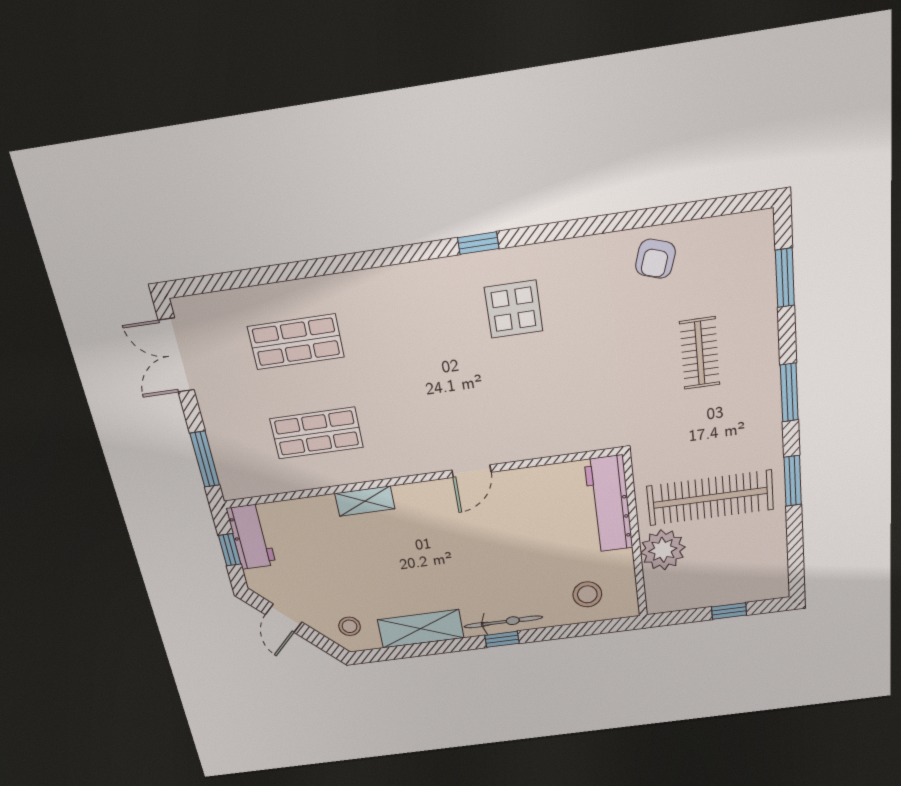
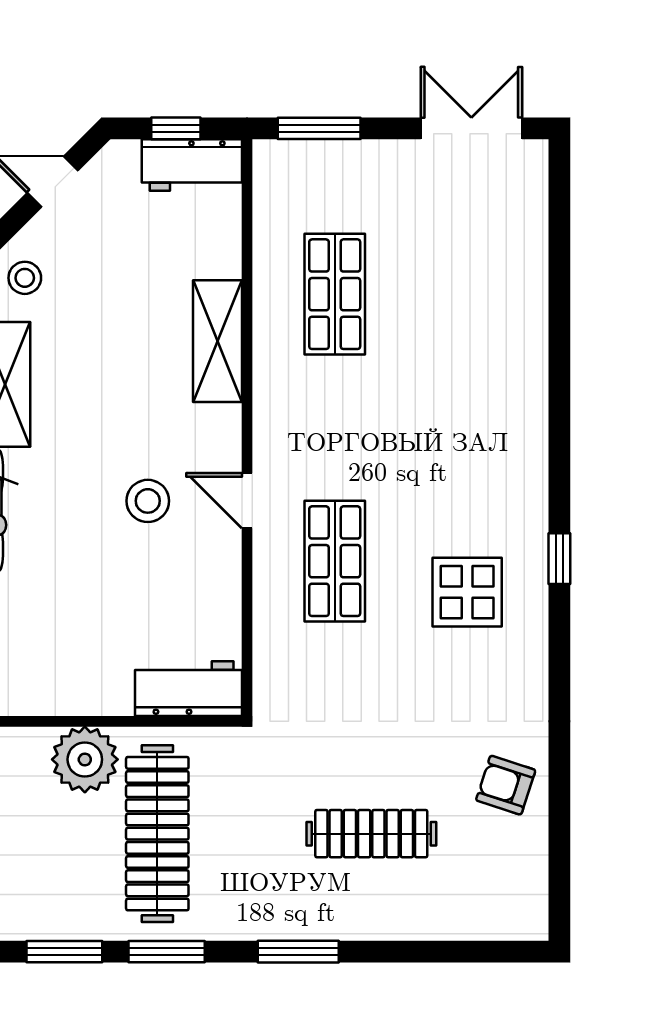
window: (785, 278) -> (64, 952), moved
shop shelf: (296, 342) -> (335, 561), moved
clothes rail: (700, 353) -> (371, 834), width x1.36
shelving: (365, 501) -> (217, 341), width x1.50, depth x1.33
workbench: (609, 504) -> (188, 689), width x0.73
stool: (587, 594) -> (148, 501), moved

